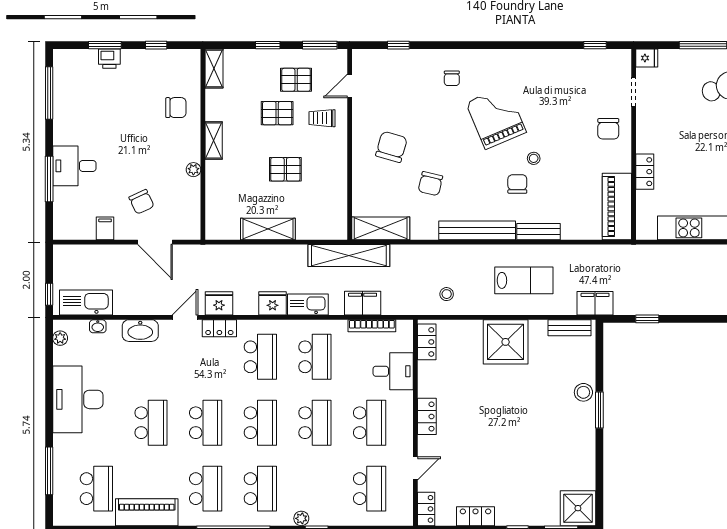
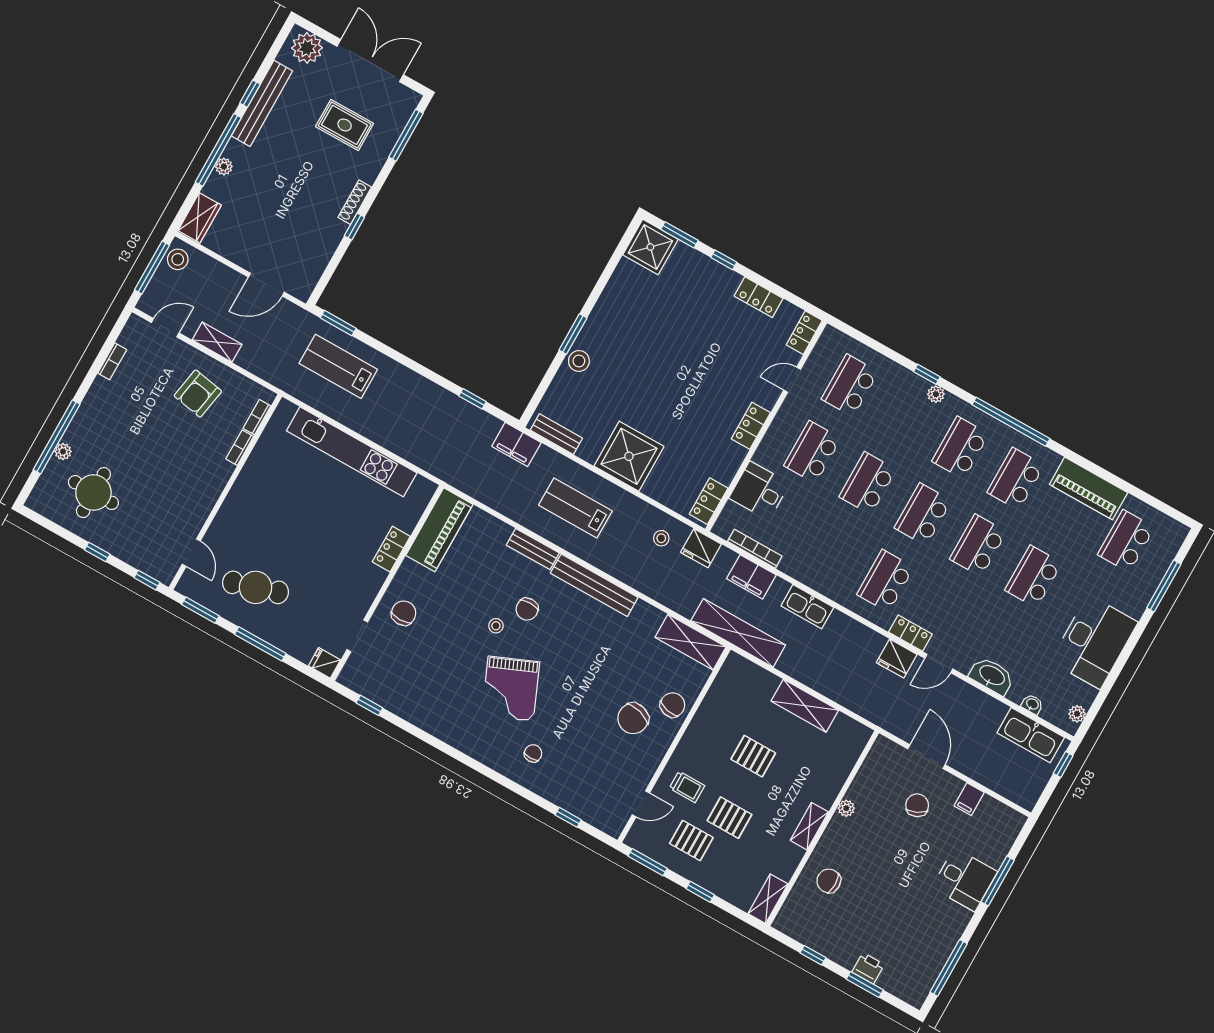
chair: (430, 184) -> (673, 705), moved
fridge: (273, 303) -> (701, 548), moved
school desk: (315, 357) -> (830, 550), removed

